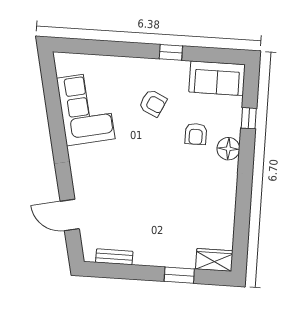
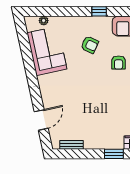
plant: (84, 61) -> (44, 21), added
door: (70, 215) -> (41, 120), swing flipped

